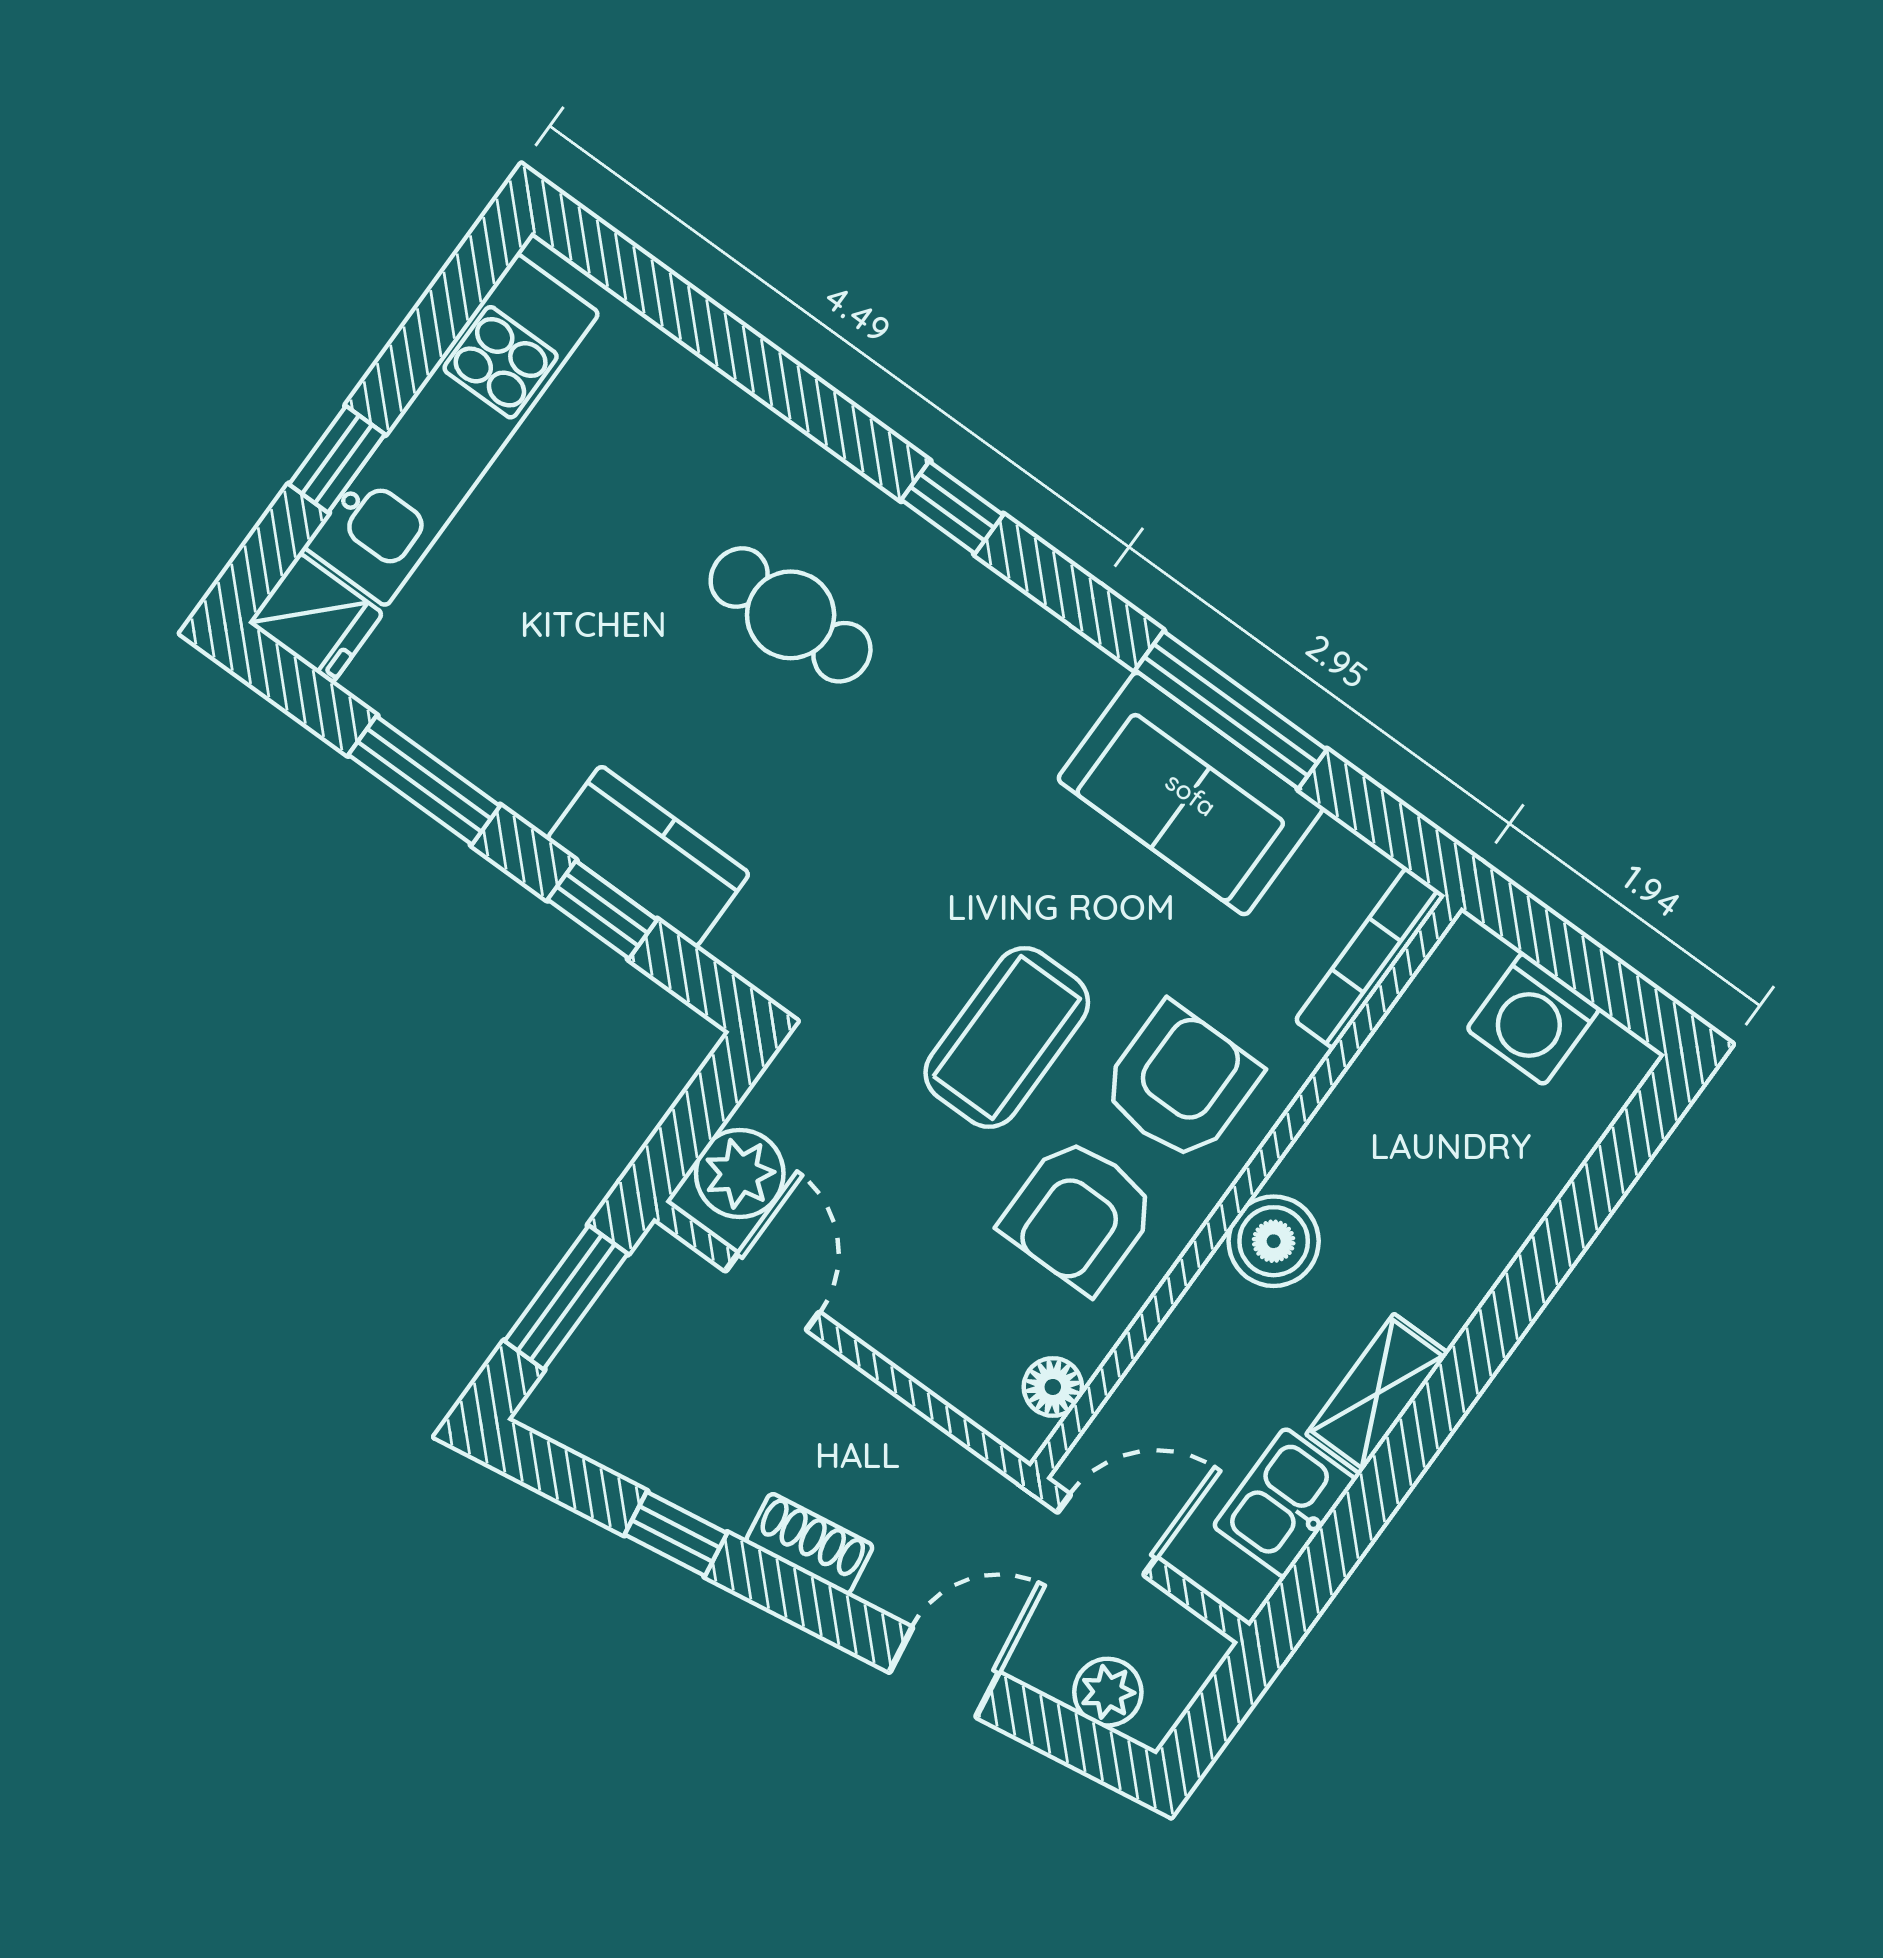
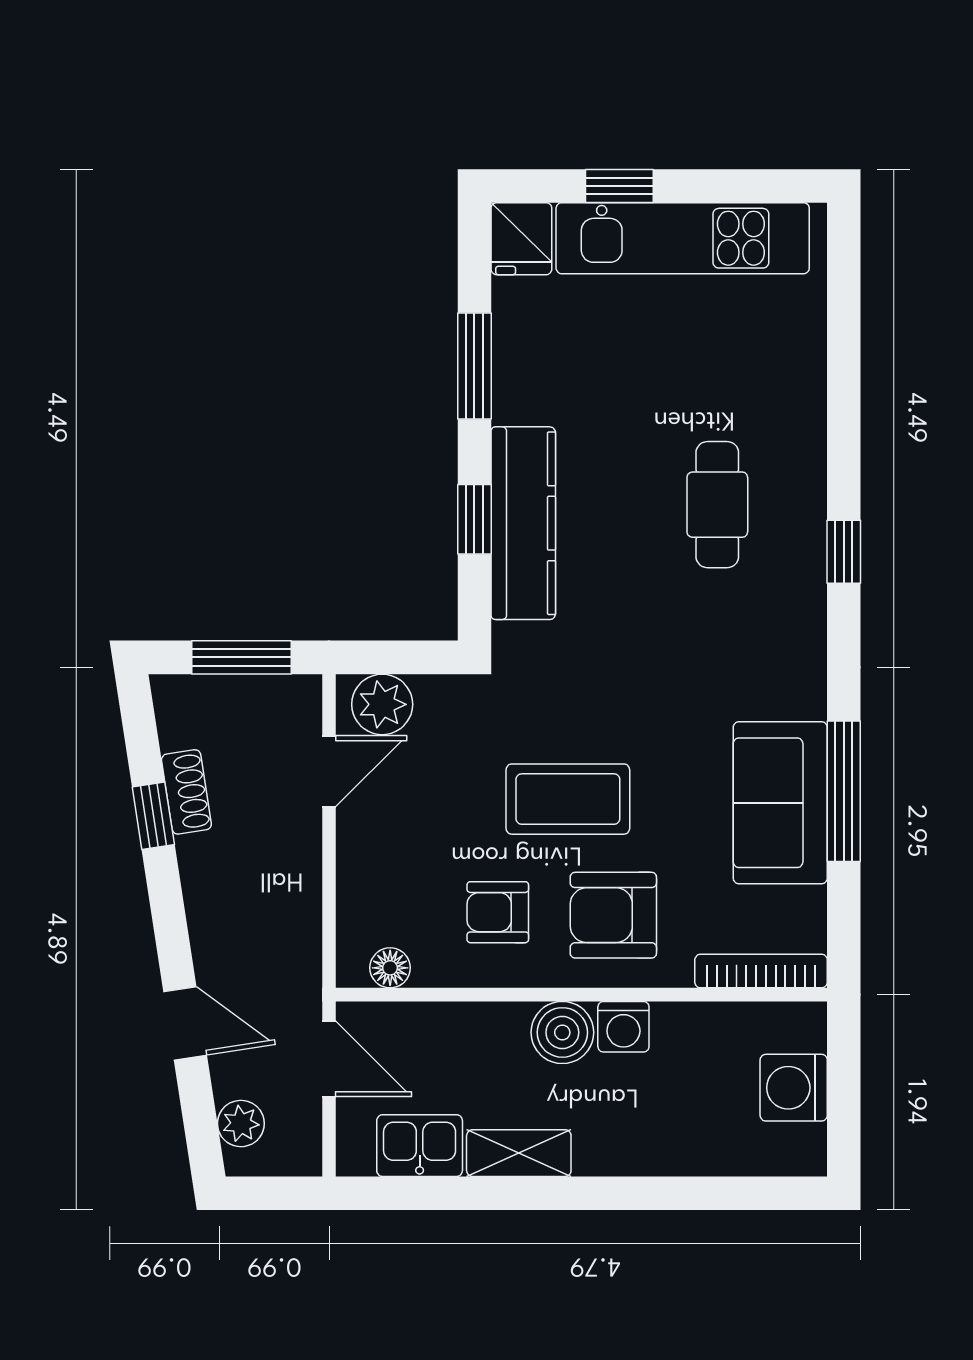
kitchen counter: (648, 856) -> (523, 523), width x1.50
armchair: (1180, 1083) -> (613, 915), turned 180
washing machine: (1319, 1165) -> (623, 1027), added
armchair: (1079, 1215) -> (498, 912), width x0.72, depth x0.72
shoe rack: (809, 1544) -> (186, 792), moved

